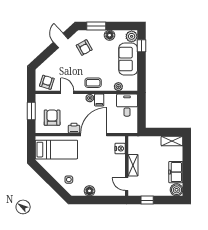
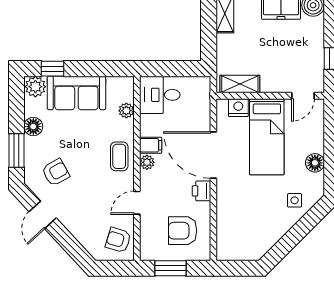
door: (61, 40) -> (43, 215), hinge flipped
bed: (56, 150) -> (267, 137), moved, turned 180
shelving: (133, 165) -> (240, 84), moved

